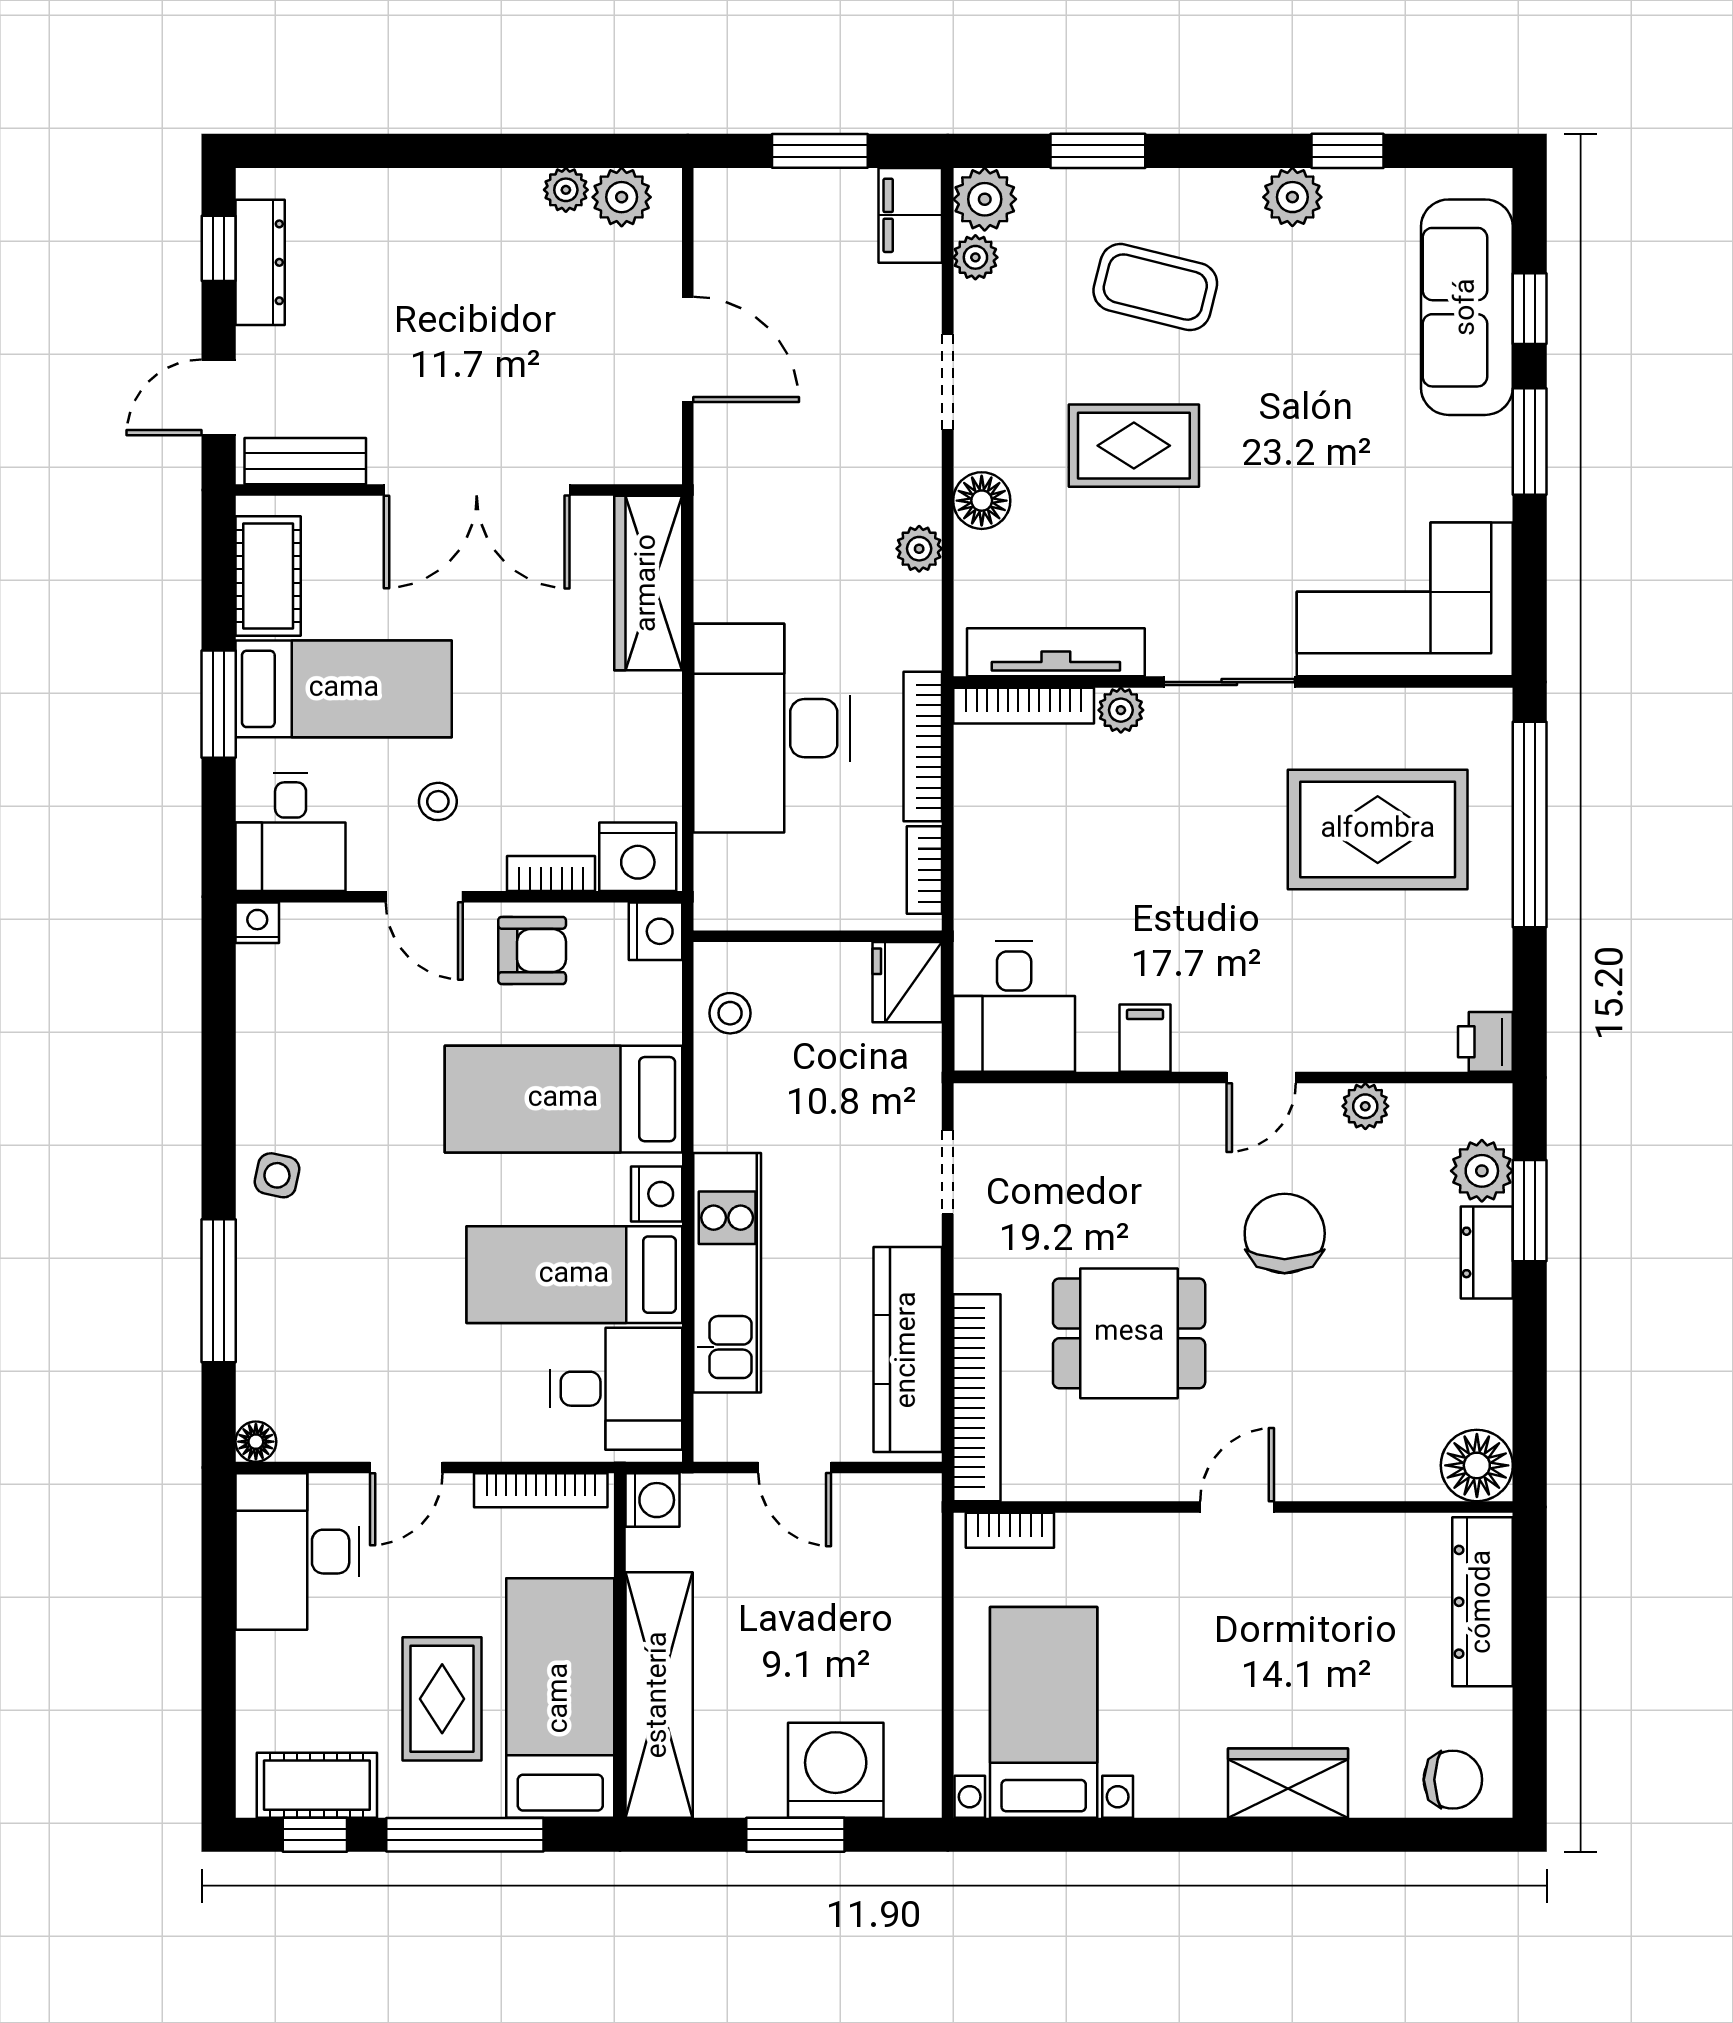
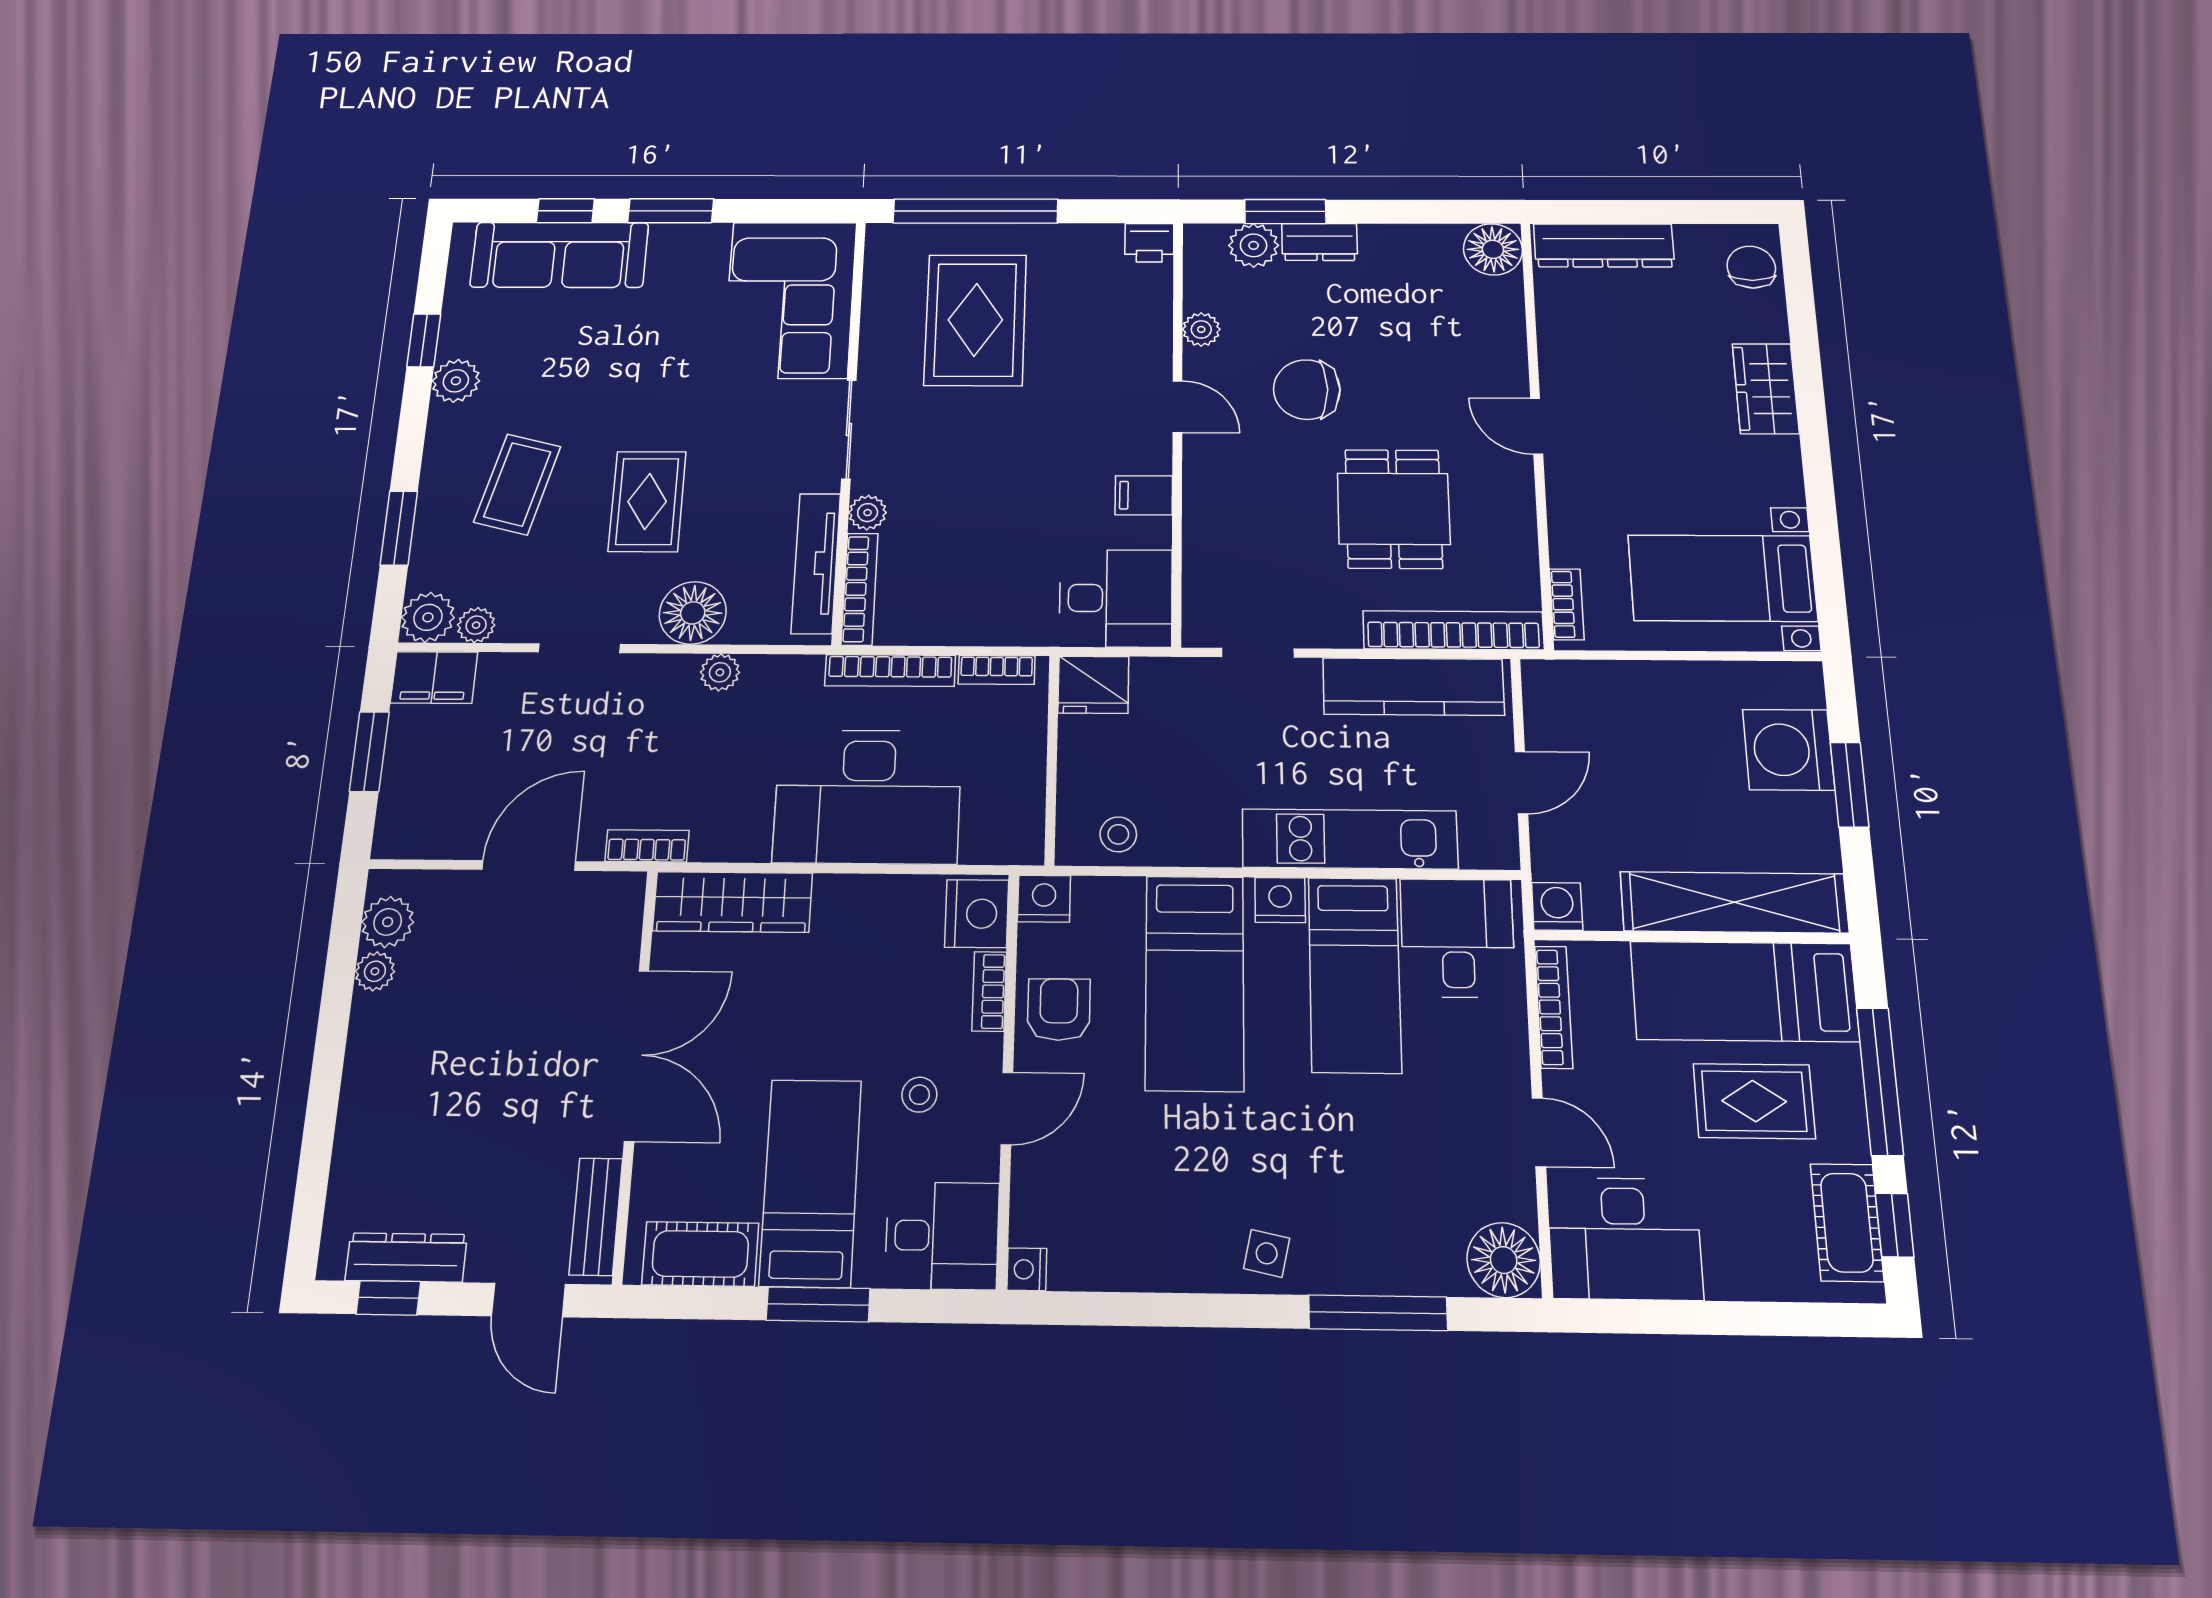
bookcase: (712, 481) -> (647, 846), added
floor lamp: (982, 501) -> (693, 613), width x1.38, depth x1.38
floor lamp: (256, 1442) -> (1504, 1260), width x1.89, depth x1.89

